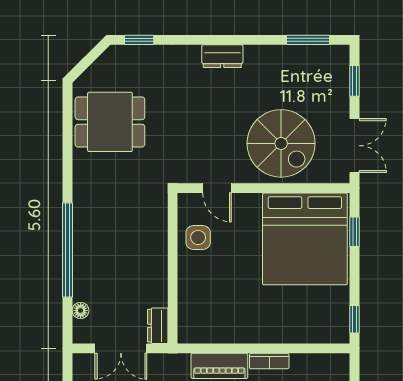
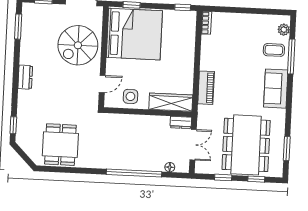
spiral stairs: (281, 143) -> (78, 45), turned 180
wardrobe: (192, 307) -> (171, 102), added
bookcase: (269, 361) -> (206, 23), moved

